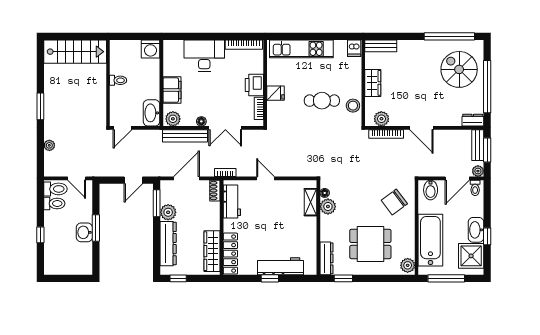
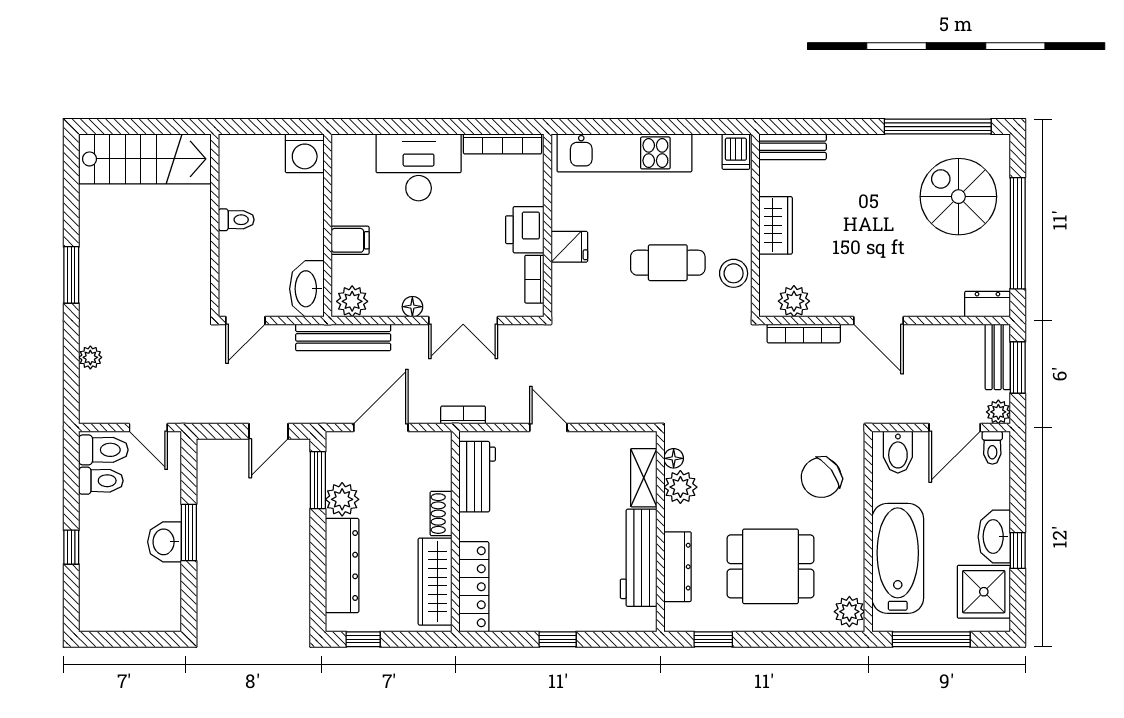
filing cabinet: (172, 90) -> (350, 240), width x0.50
bench: (185, 136) -> (343, 337), moved
shoe rack: (215, 191) -> (441, 514), moved
dresser: (327, 258) -> (678, 567), moved
workbench: (280, 266) -> (639, 558), moved, turned -90

